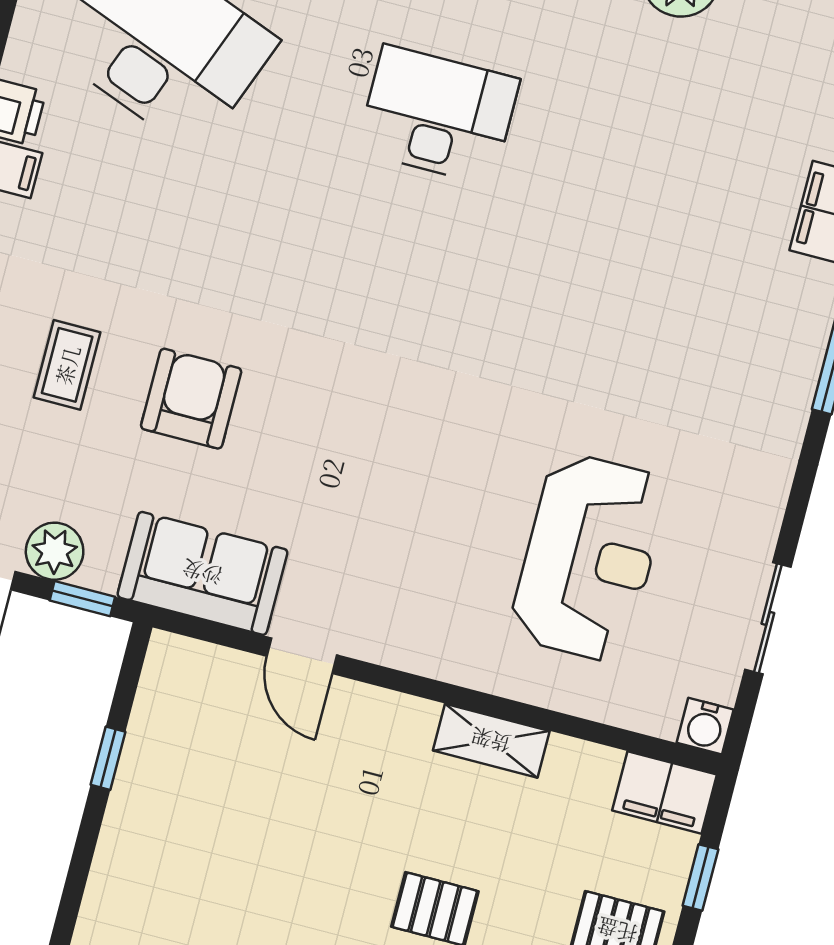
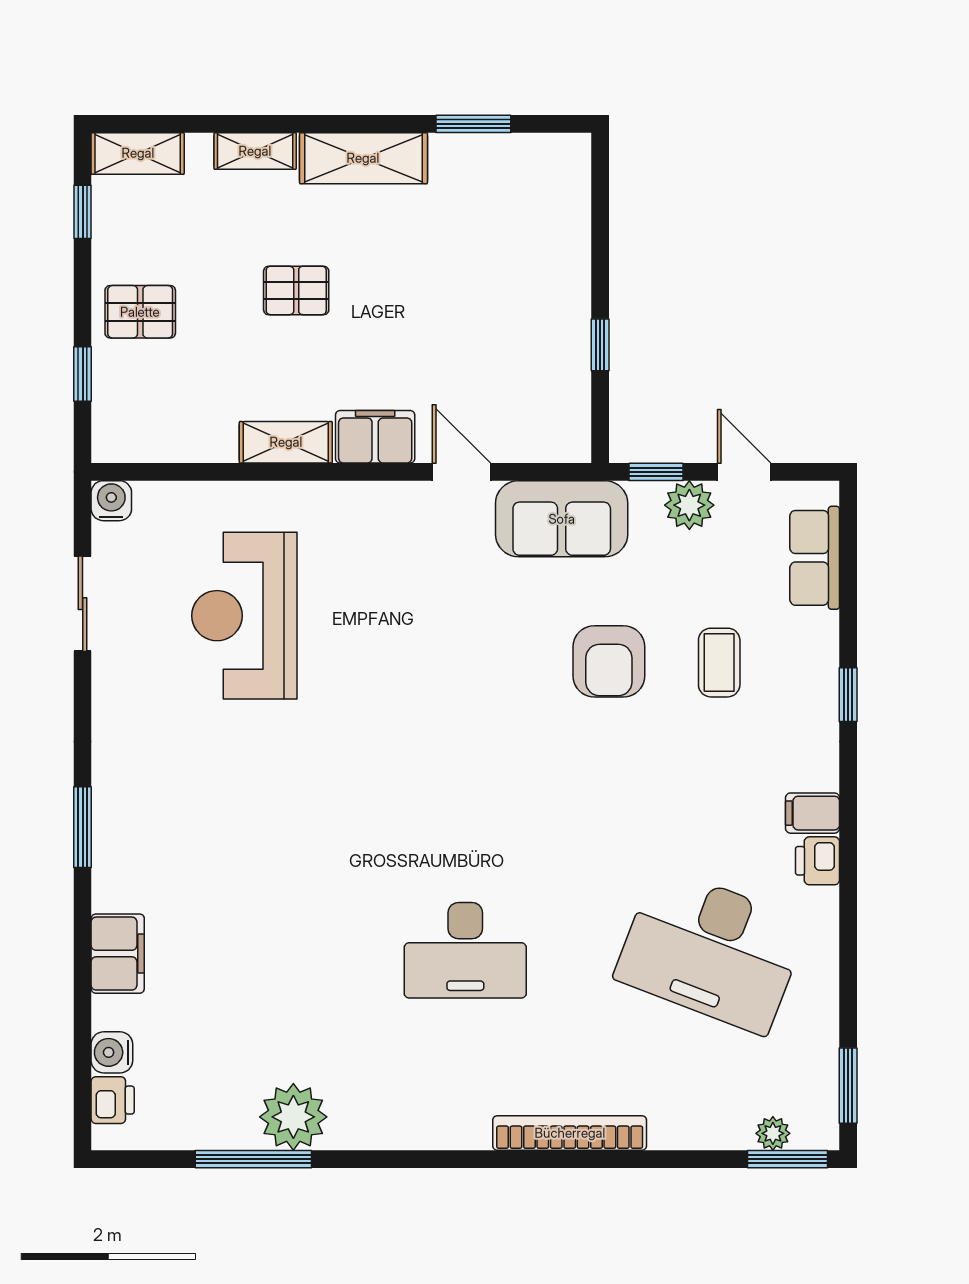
filing cabinet: (664, 792) -> (375, 437), moved

